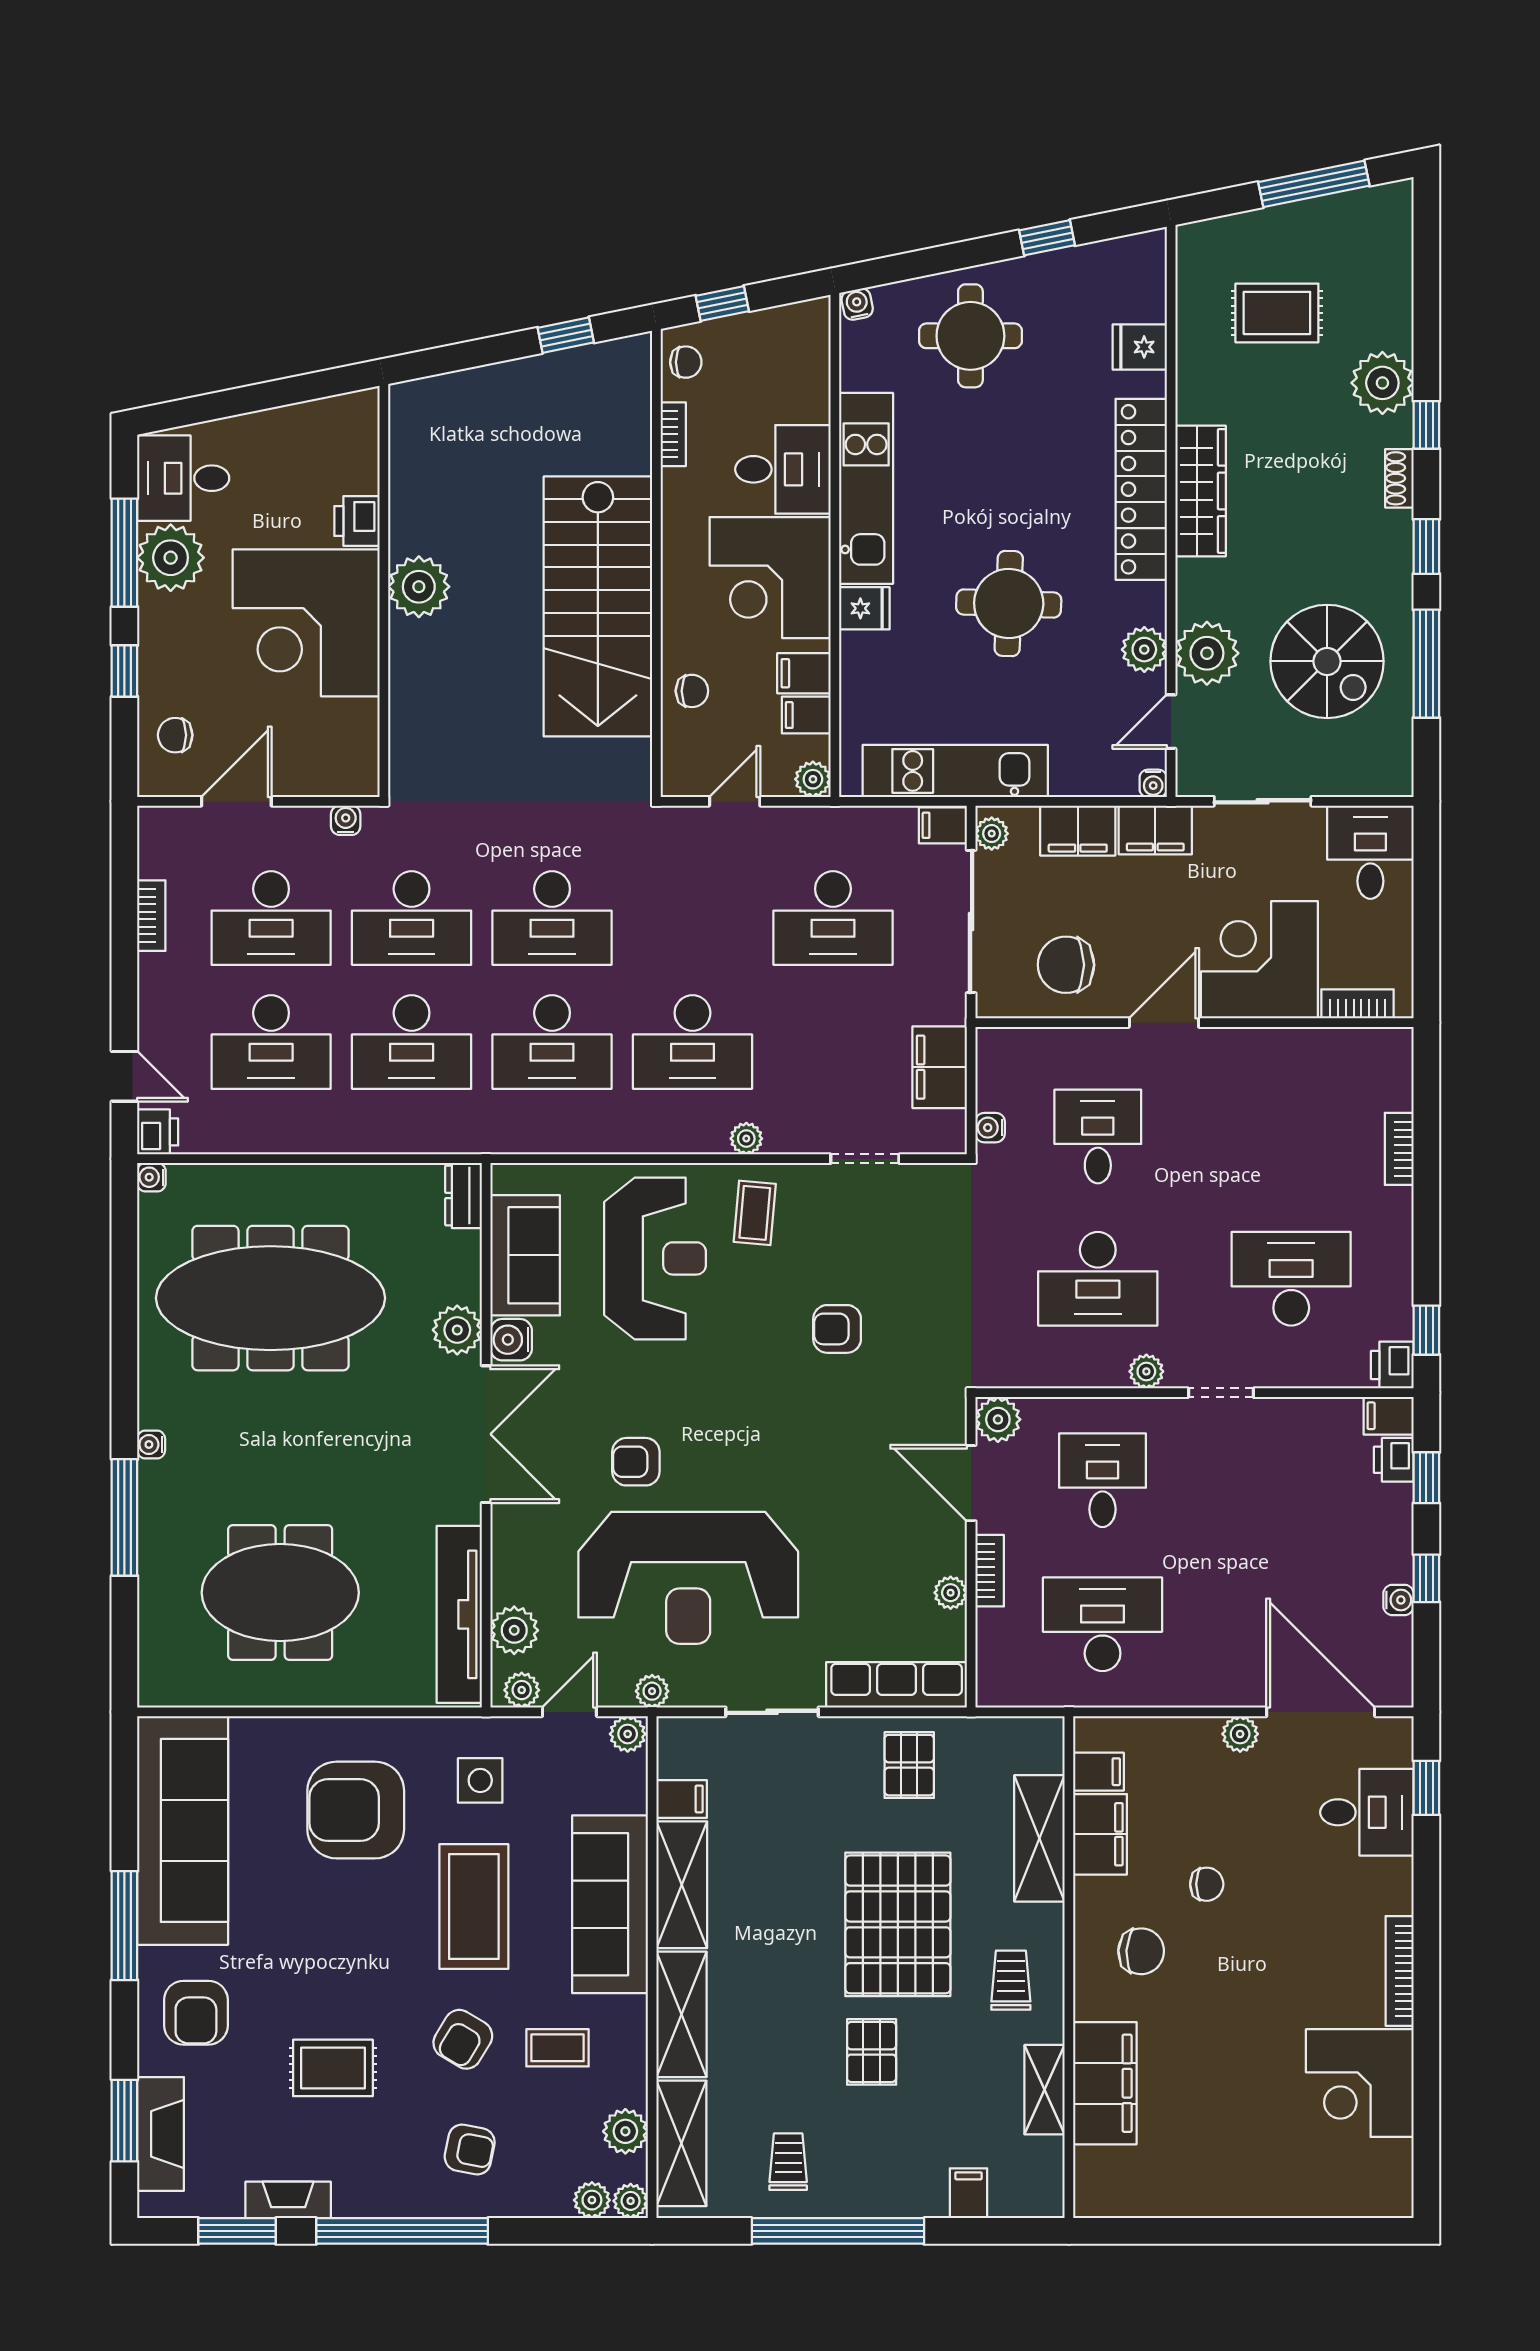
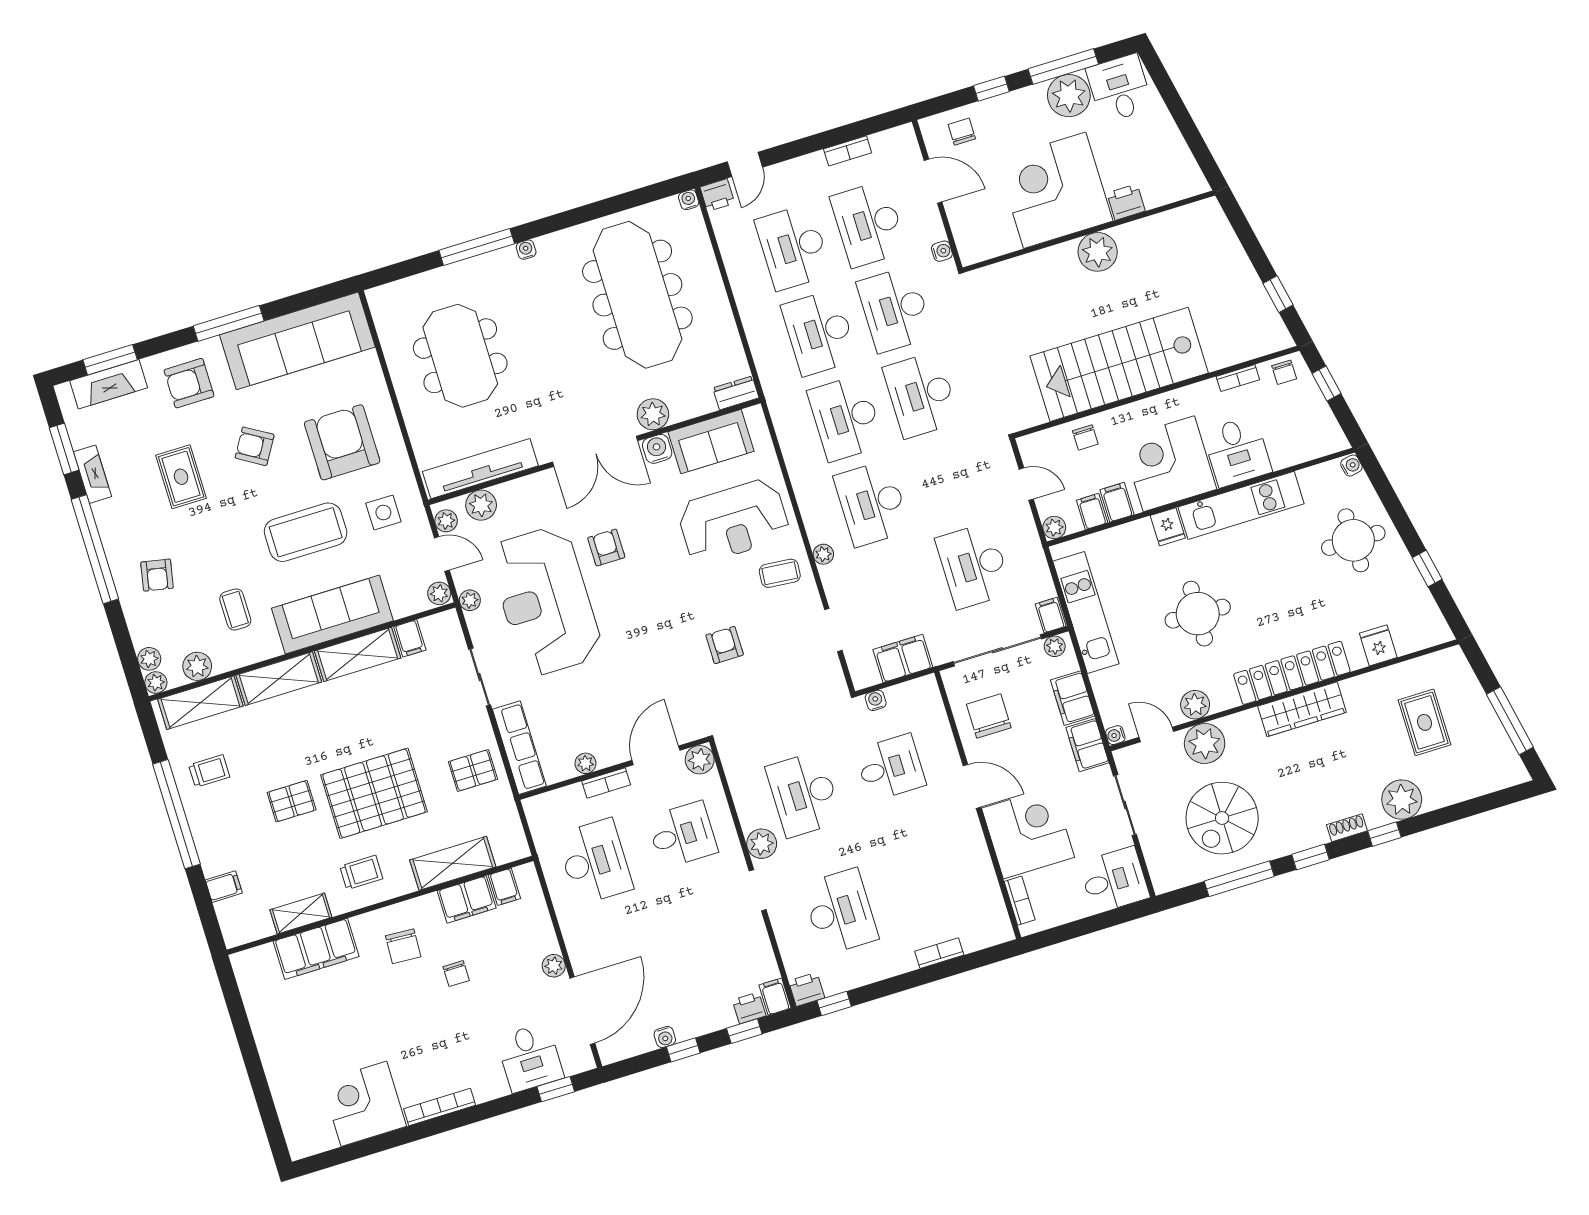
plant: (1146, 1371) -> (762, 844), width x1.38, depth x1.38
armchair: (463, 2039) -> (255, 446), moved

